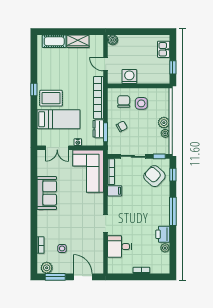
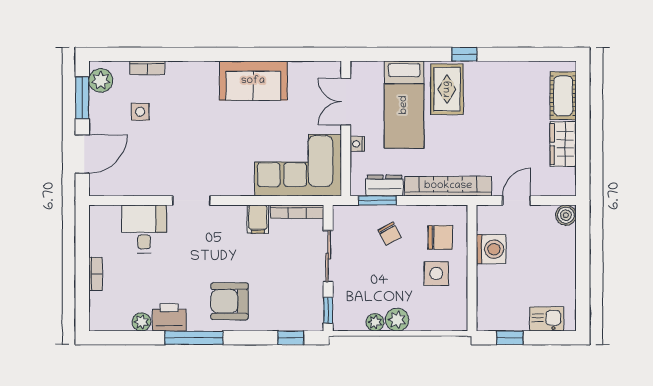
armchair: (154, 176) -> (230, 301), moved, turned -133
window: (173, 211) -> (194, 338), moved

